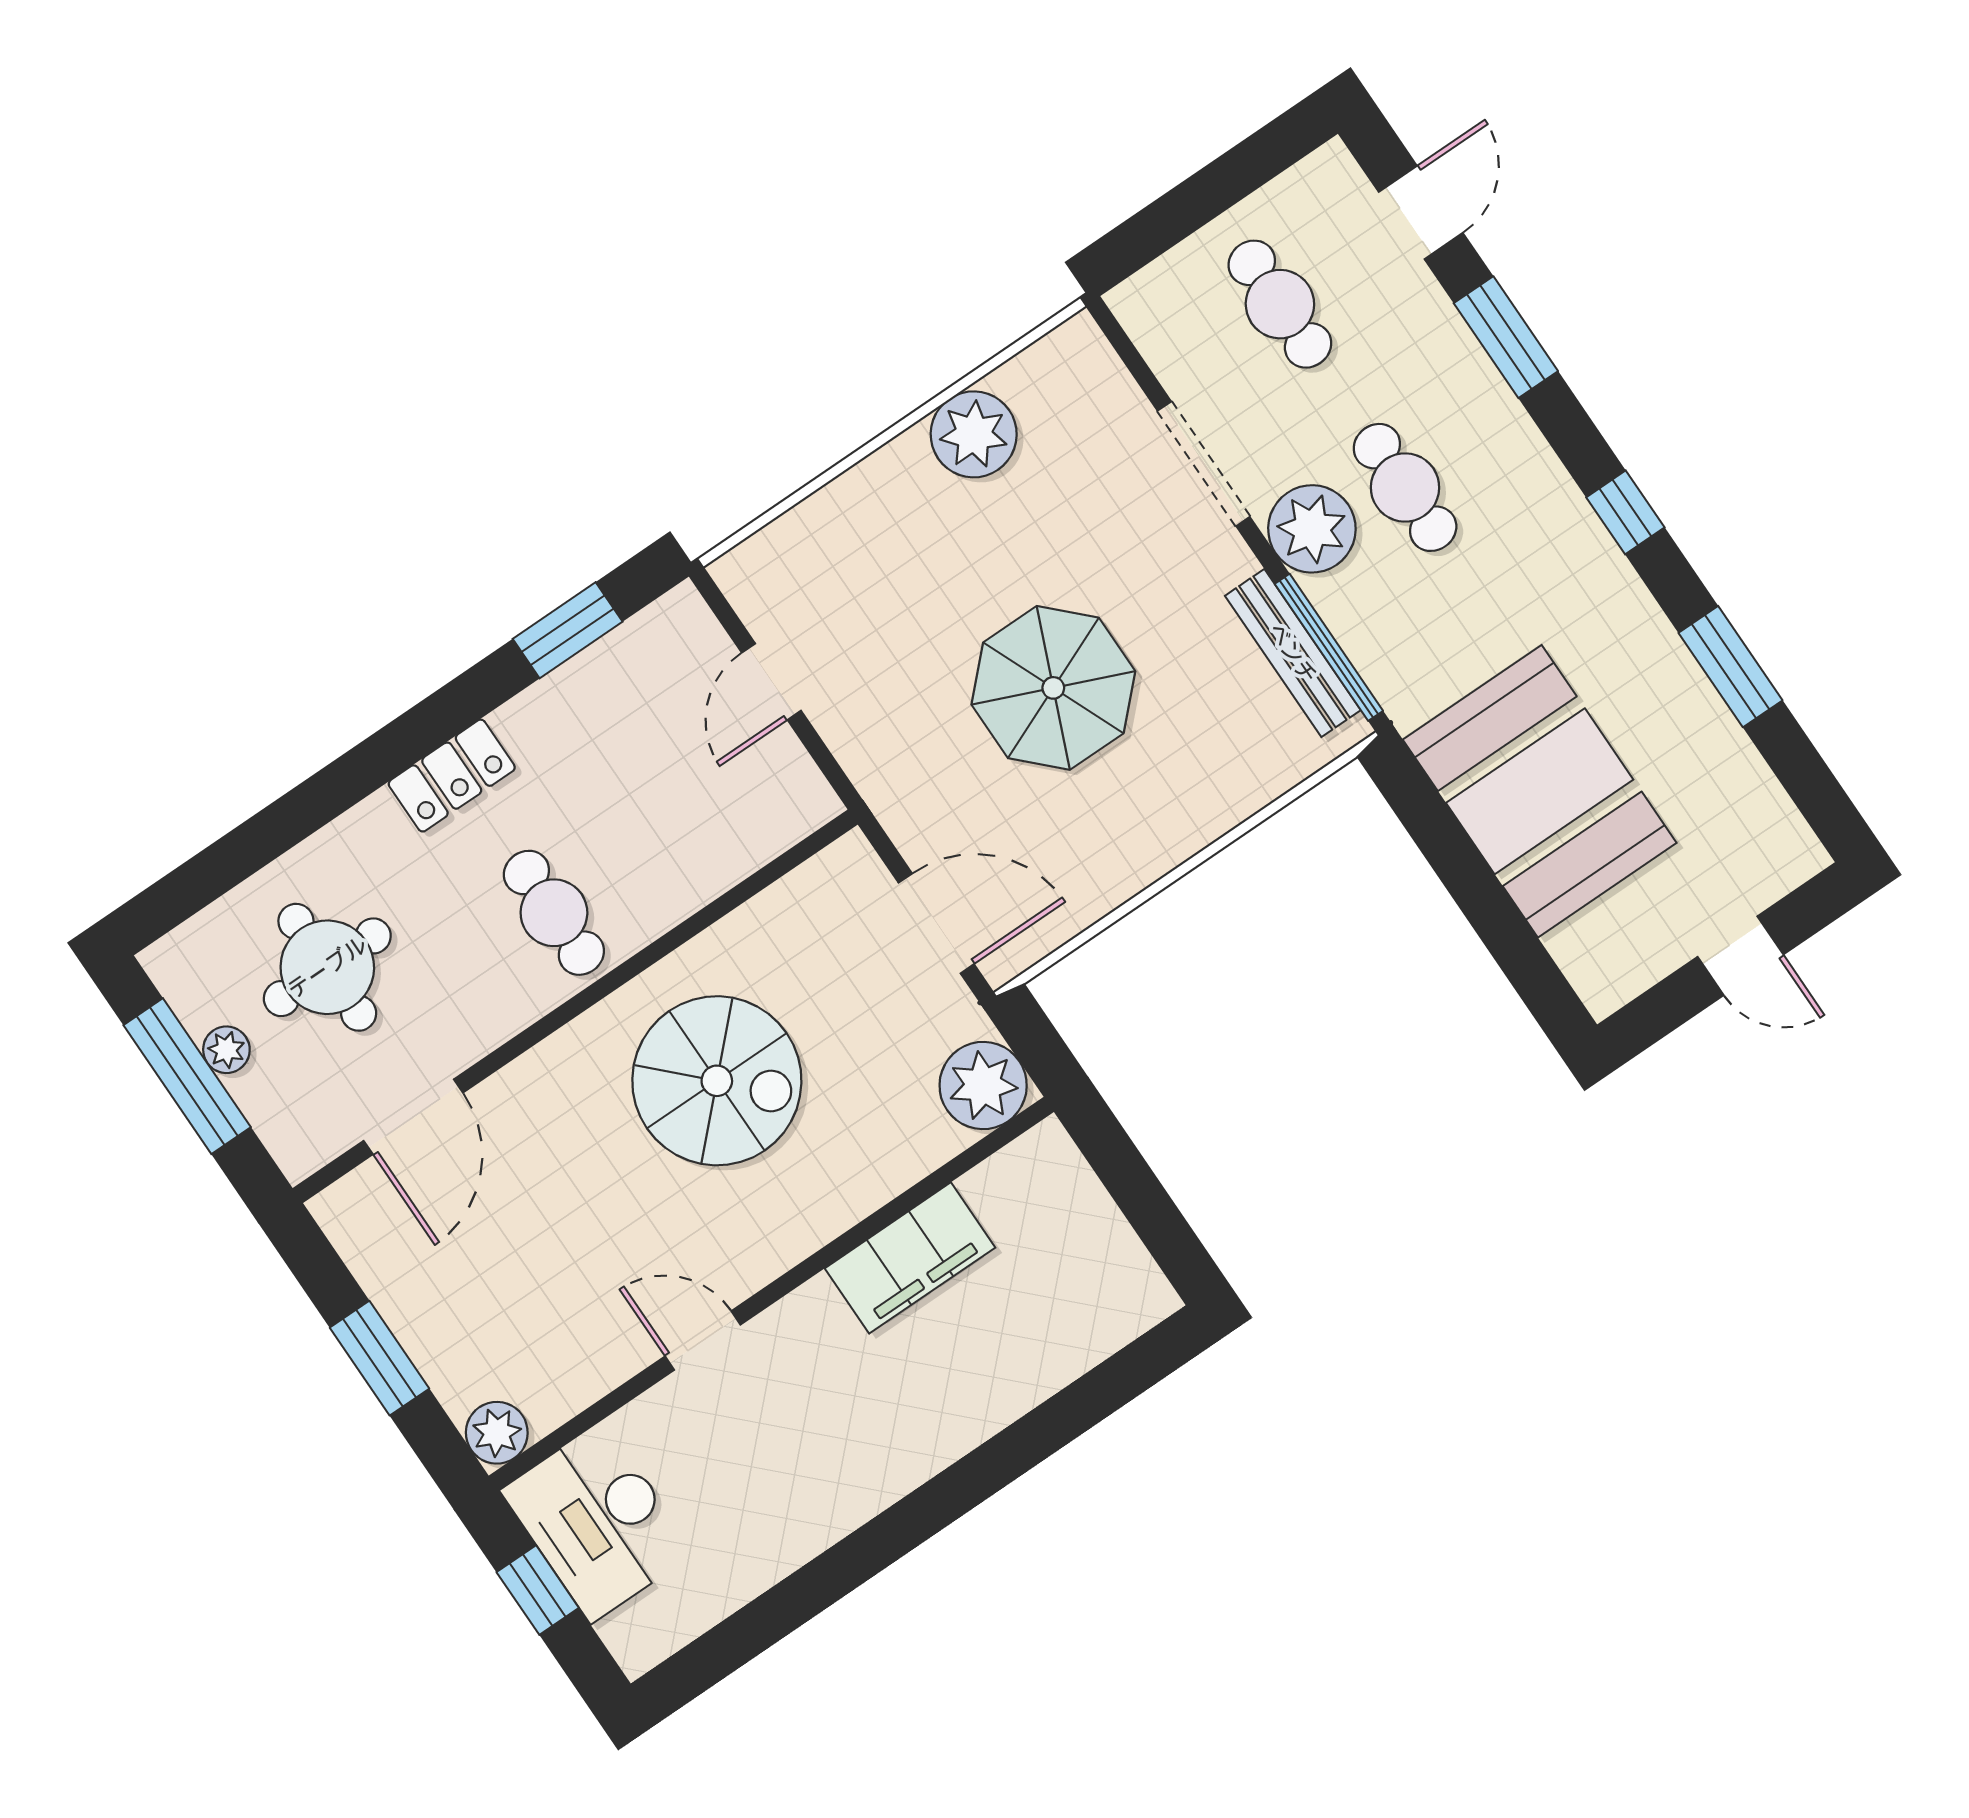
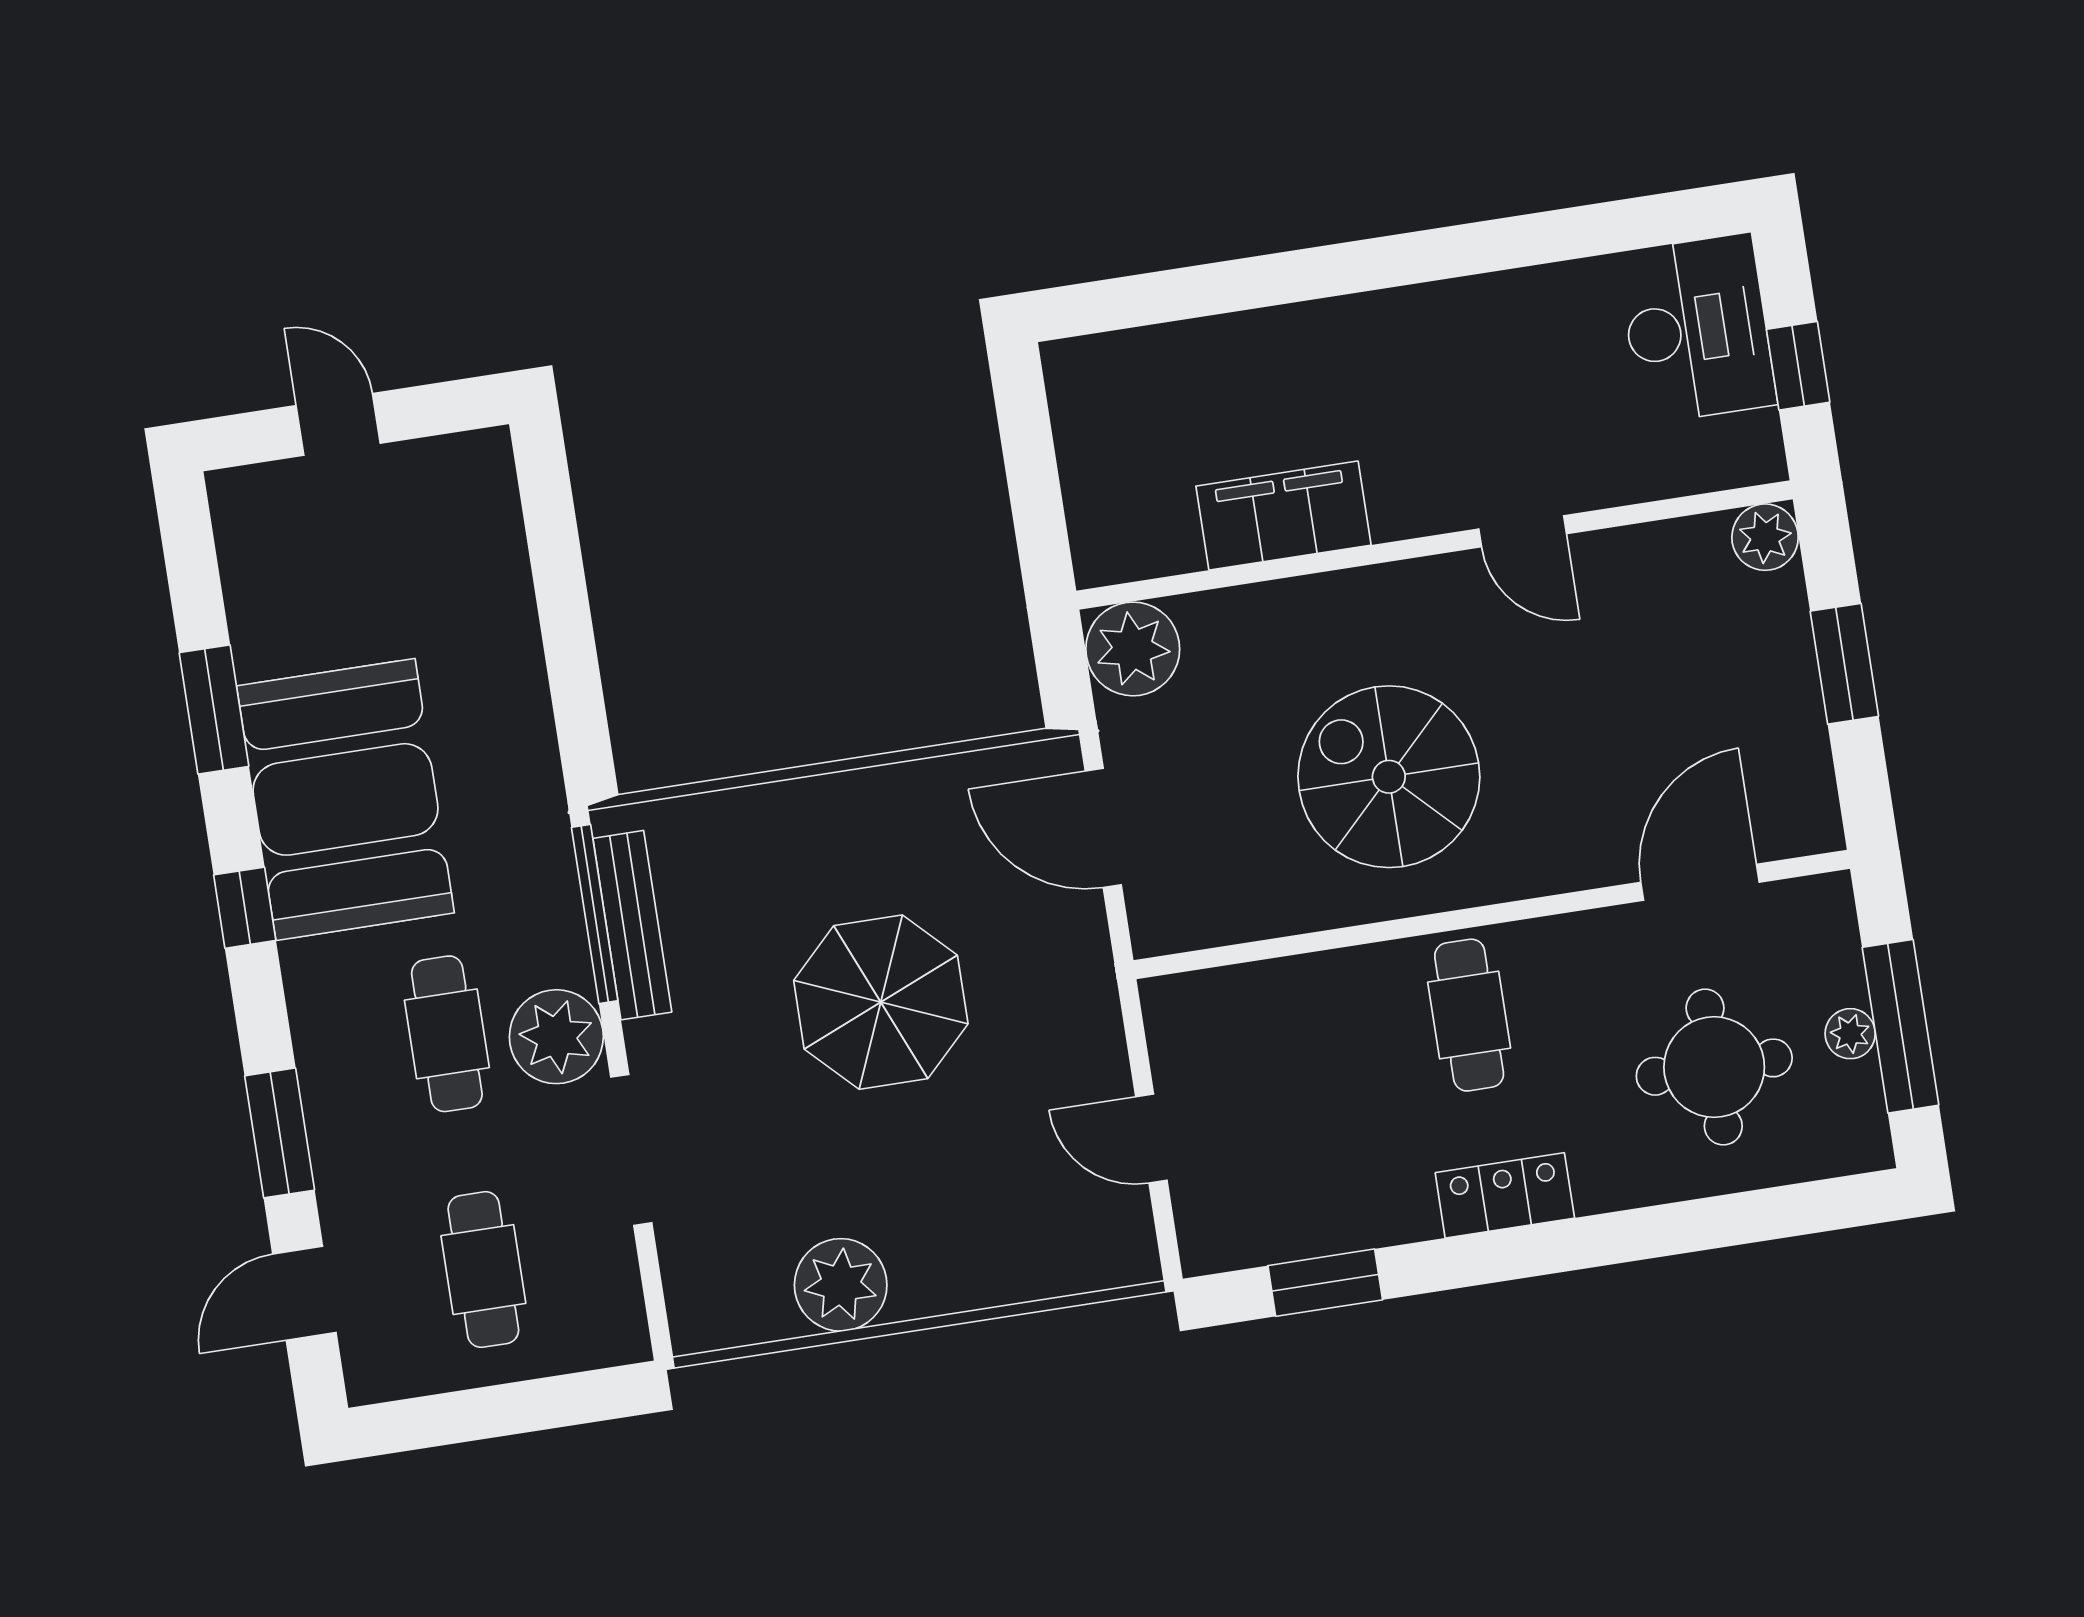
door: (771, 682) -> (1151, 1139), swing flipped
booth: (1540, 791) -> (345, 799), moved
desk: (598, 1522) -> (1697, 329), moved

